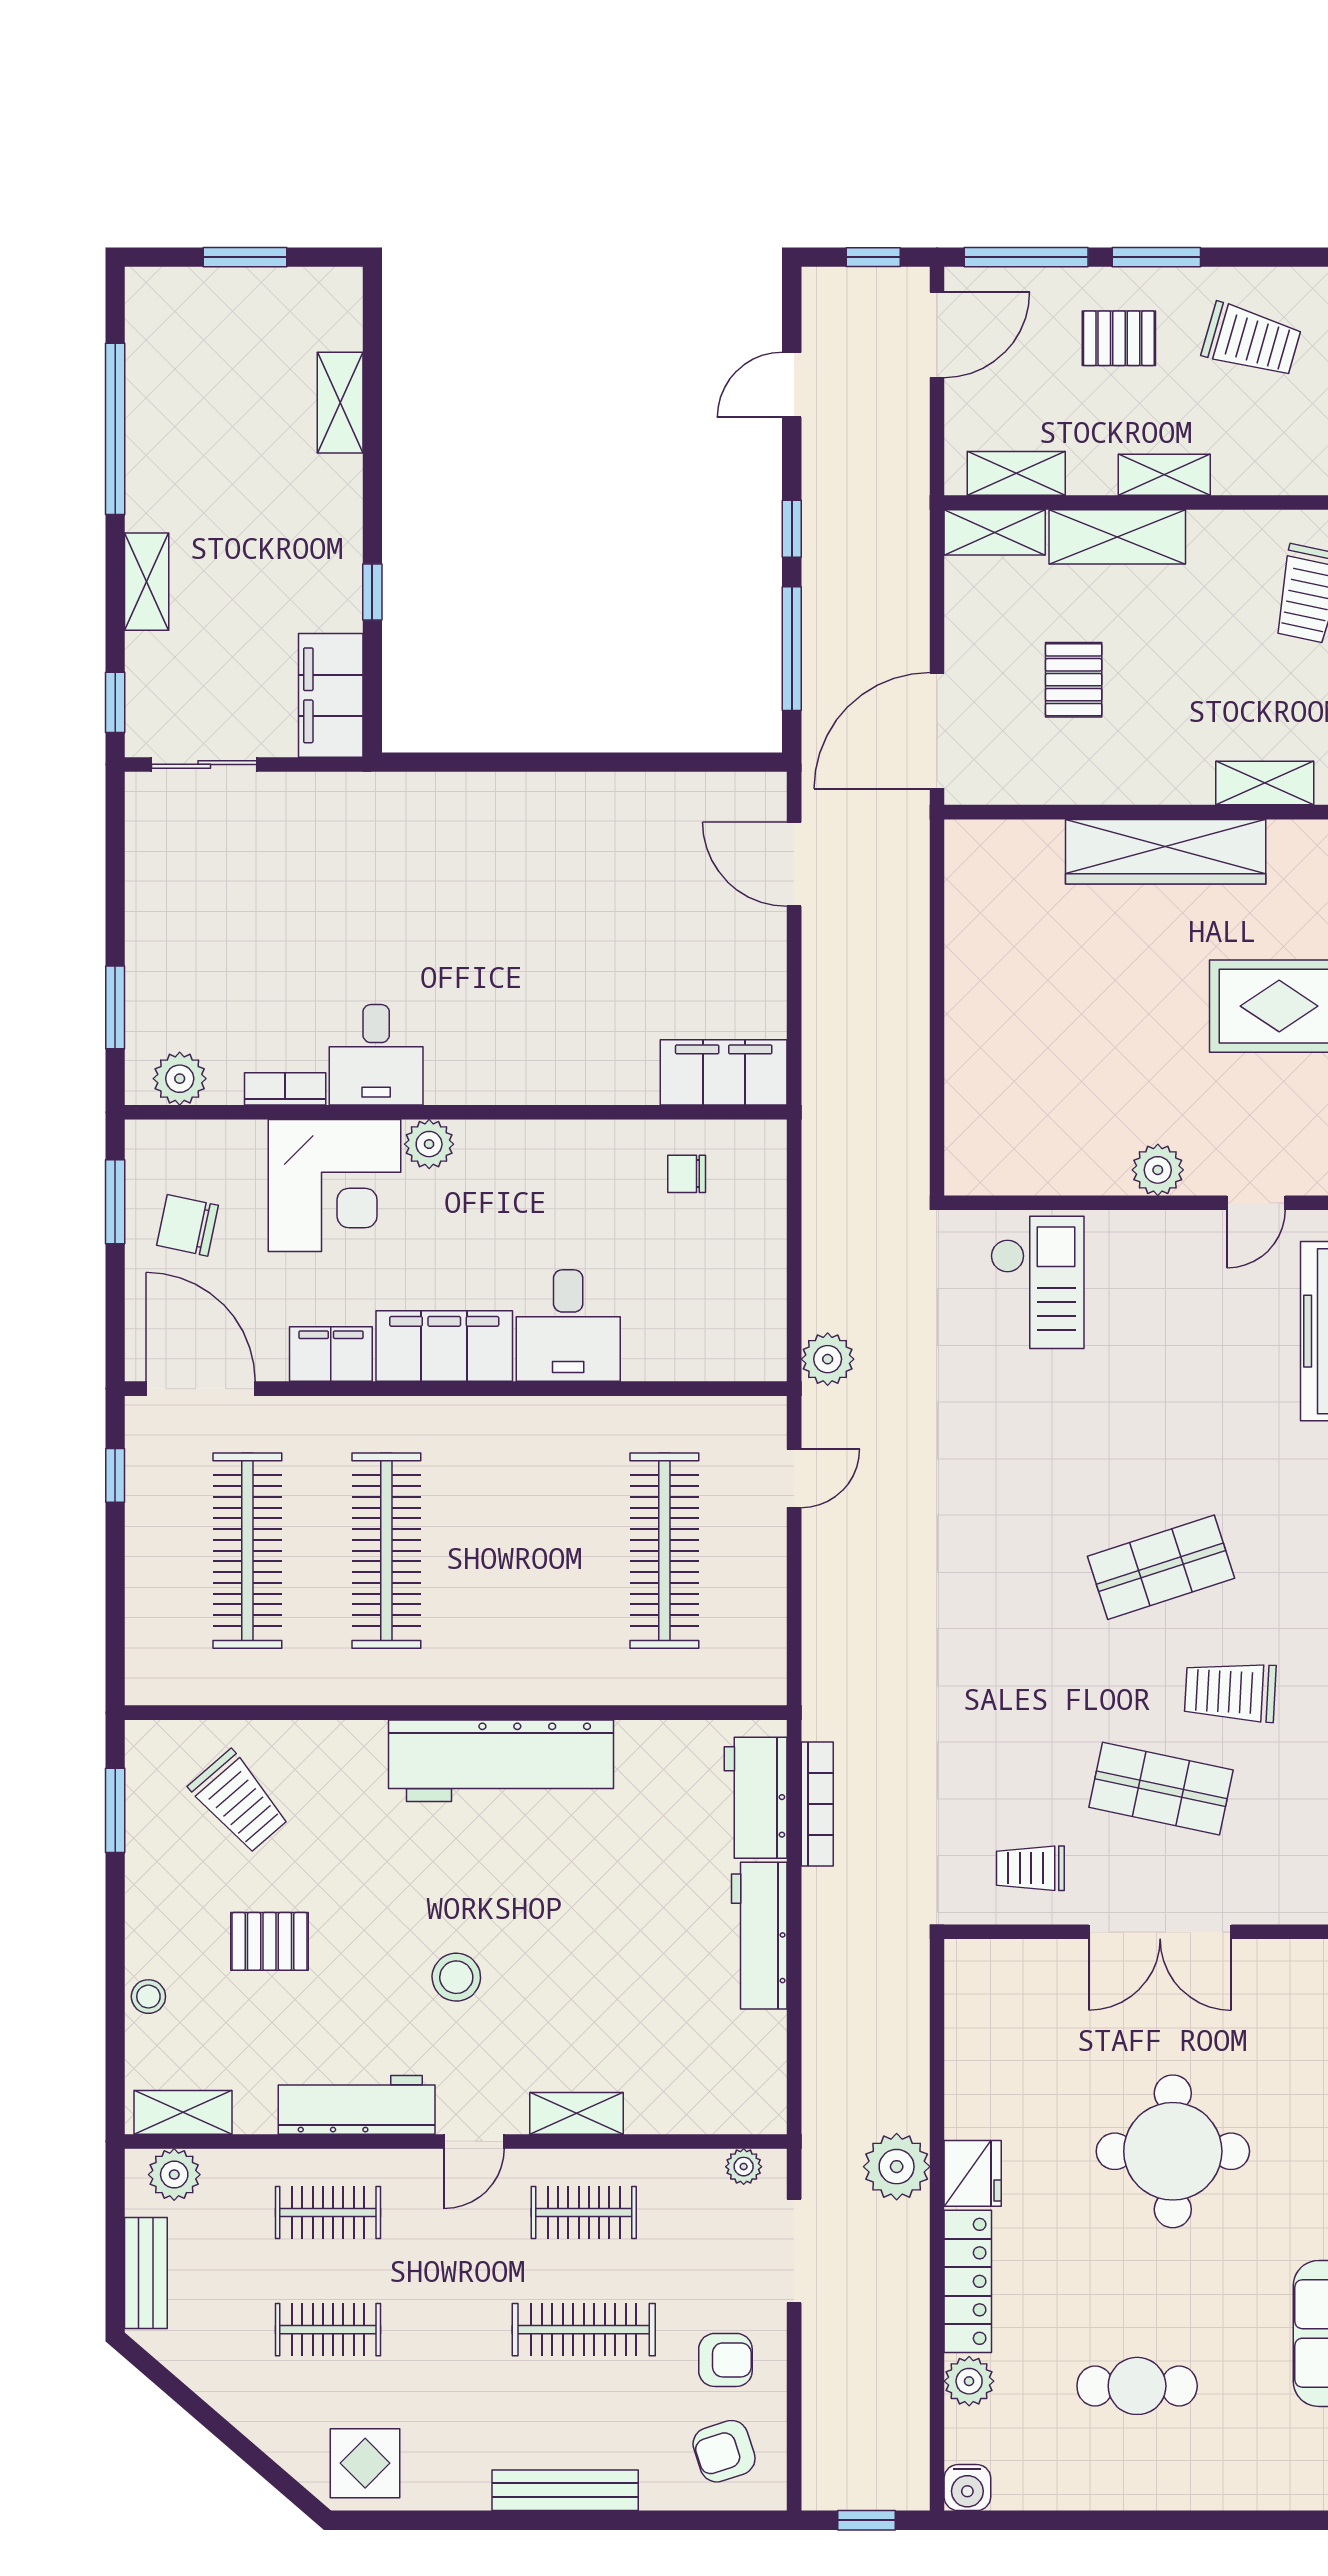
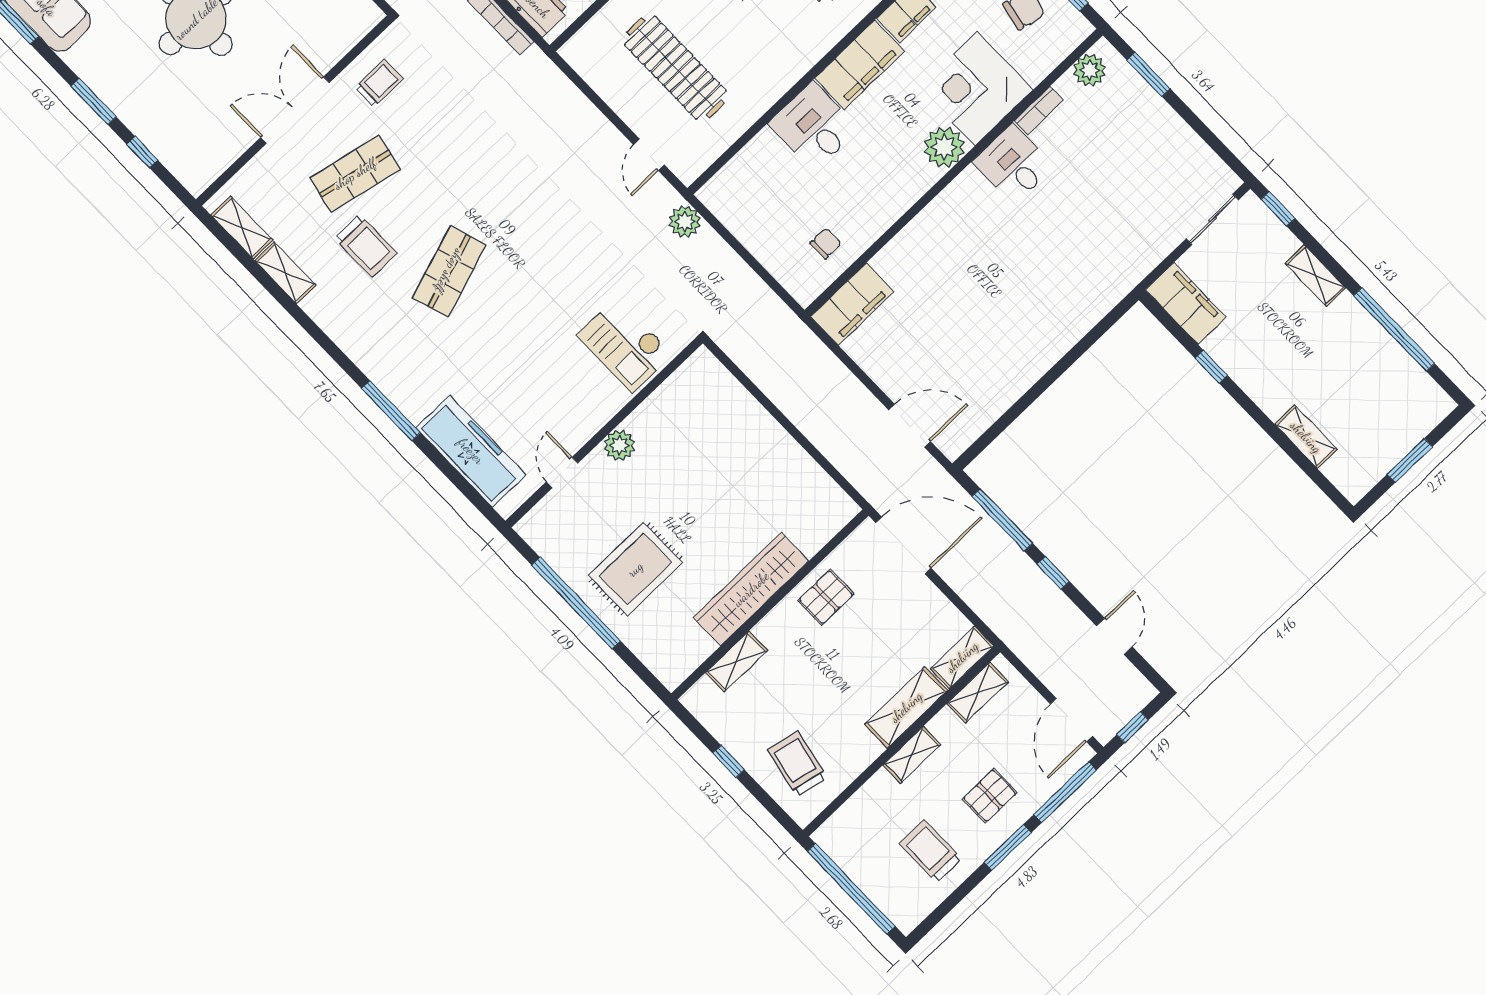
trolley: (1251, 340) -> (930, 851), turned 74
pallet: (1074, 680) -> (826, 597), moved, turned 90
door: (937, 731) -> (903, 545), hinge flipped
plant: (429, 1144) -> (944, 147), width x1.36, depth x1.36
trolley: (1230, 1692) -> (366, 246), turned 87

